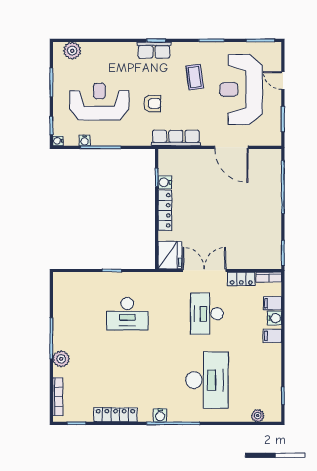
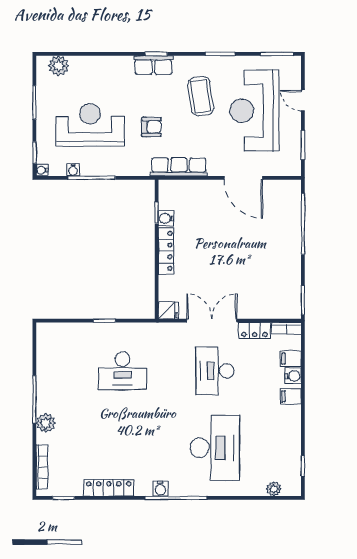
coffee table: (195, 77) -> (201, 96), width x1.36, depth x1.30
fridge: (170, 255) -> (168, 310), width x0.53, depth x0.75

